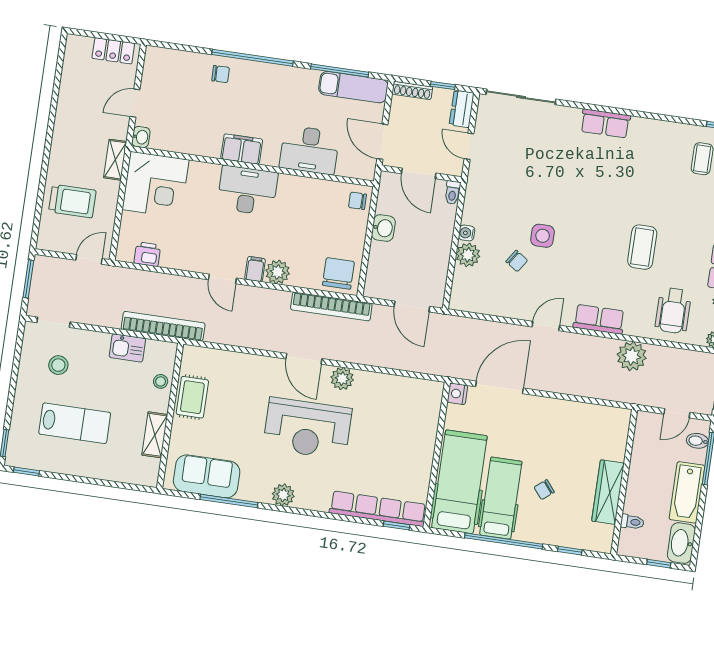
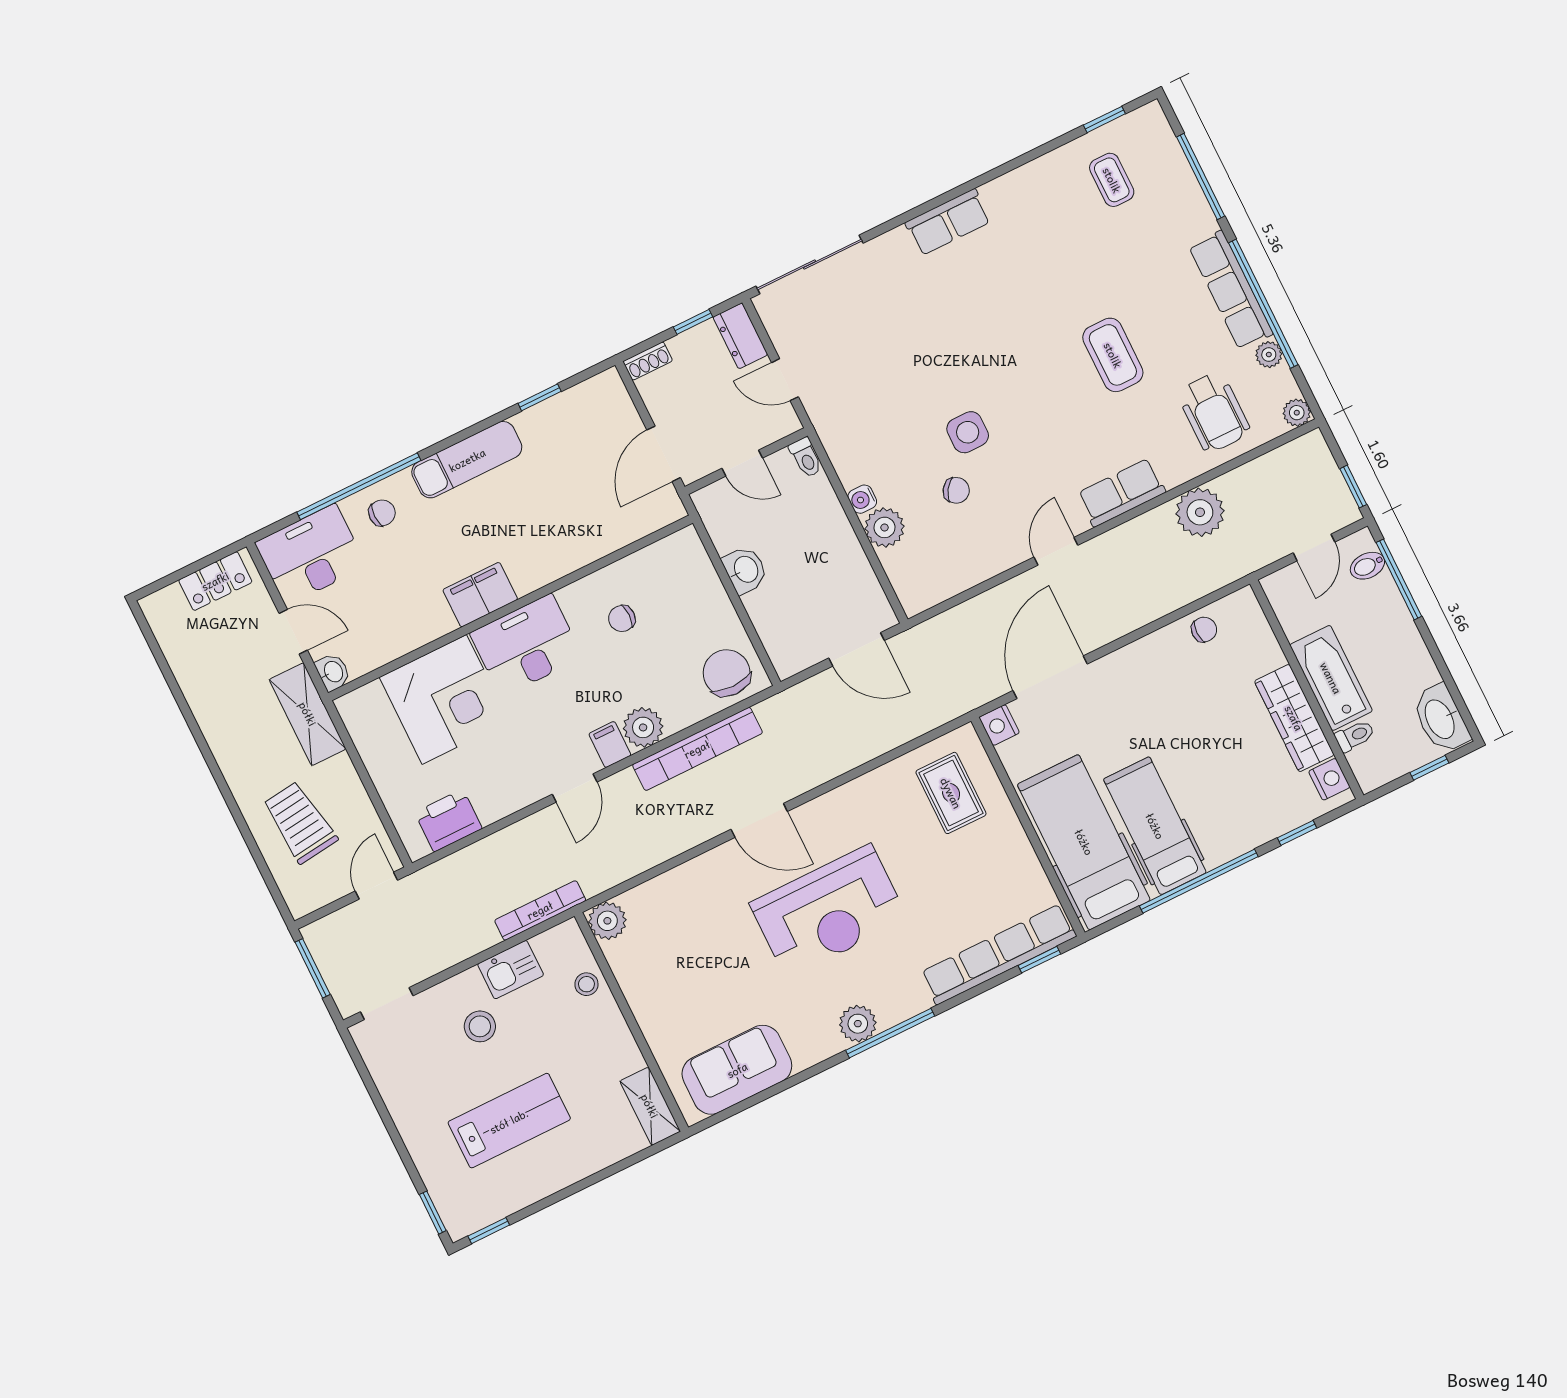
window: (252, 58) -> (359, 486), moved
window: (340, 70) -> (540, 397), width x0.46
exam couch: (353, 87) -> (467, 460), moved
shoe rack: (412, 90) -> (648, 361), width x0.70
door: (135, 103) -> (293, 632), swing flipped
door: (382, 142) -> (664, 454), hinge flipped
desk: (309, 150) -> (311, 555), moved, turned 180
shelving: (115, 160) -> (308, 714), width x1.50, depth x1.33
door: (419, 173) -> (742, 463), width x0.73
corner desk: (156, 185) -> (444, 699), moved
trolley: (72, 201) -> (300, 822), turned -97
chair: (357, 201) -> (622, 619), moved
printer: (147, 254) -> (448, 821), width x1.36, depth x1.24
door: (222, 279) -> (575, 788), hinge flipped
bookcase: (331, 306) -> (697, 749), moved
bookcase: (163, 326) -> (540, 910), width x0.68, depth x0.76
stool: (58, 365) -> (480, 1026), moved
plant: (342, 379) -> (607, 921), moved
rug: (192, 397) -> (951, 793), moved
shelving: (155, 435) -> (650, 1106), moved
chair: (544, 490) -> (1204, 630), moved, turned -141
bathtub: (687, 492) -> (1331, 678), moved, turned 180
window: (229, 501) -> (890, 1033), moved
nightstand: (604, 535) -> (1329, 779), added

